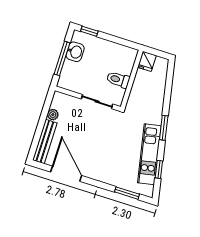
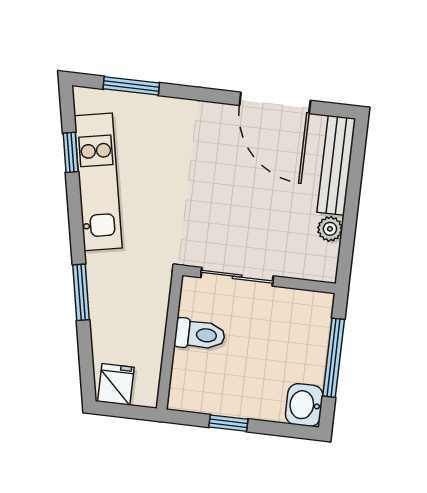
window: (89, 31) -> (228, 423), moved
washbasin: (75, 52) -> (304, 405), moved
fridge: (147, 61) -> (116, 384), moved
window: (164, 128) -> (81, 292), moved

